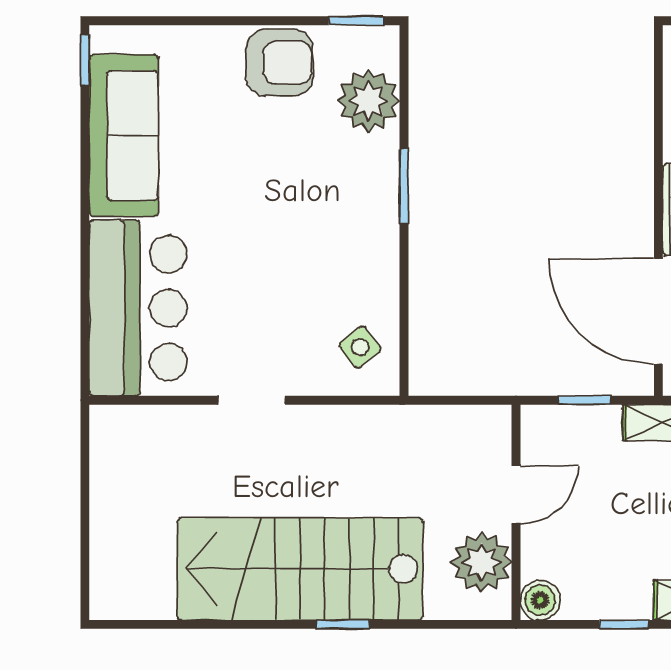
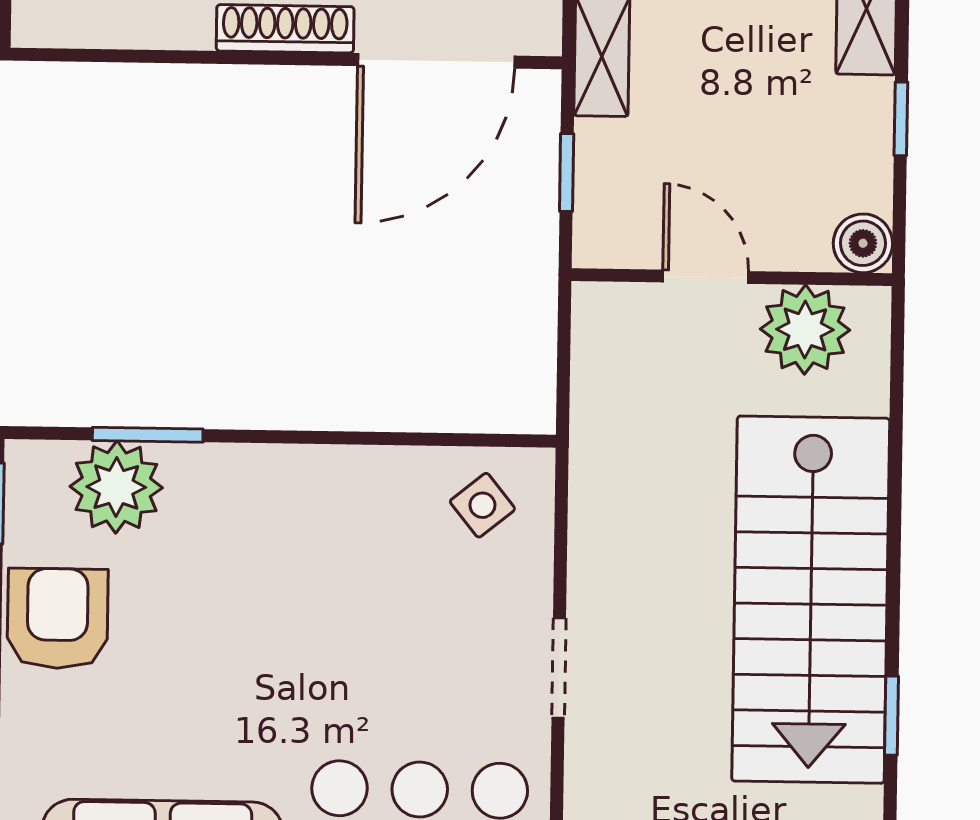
window: (404, 186) -> (148, 435), moved
window: (343, 624) -> (891, 716), moved

